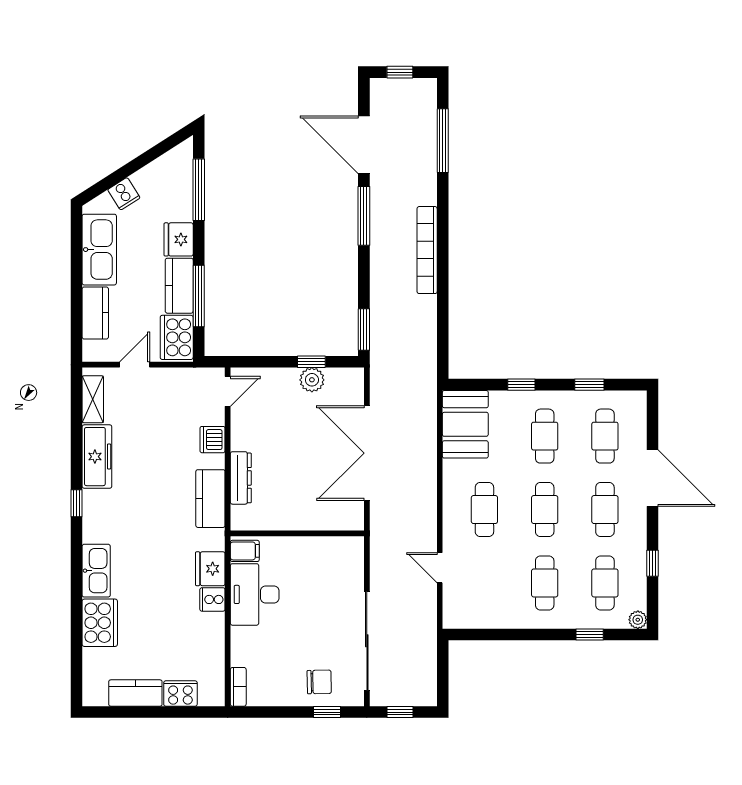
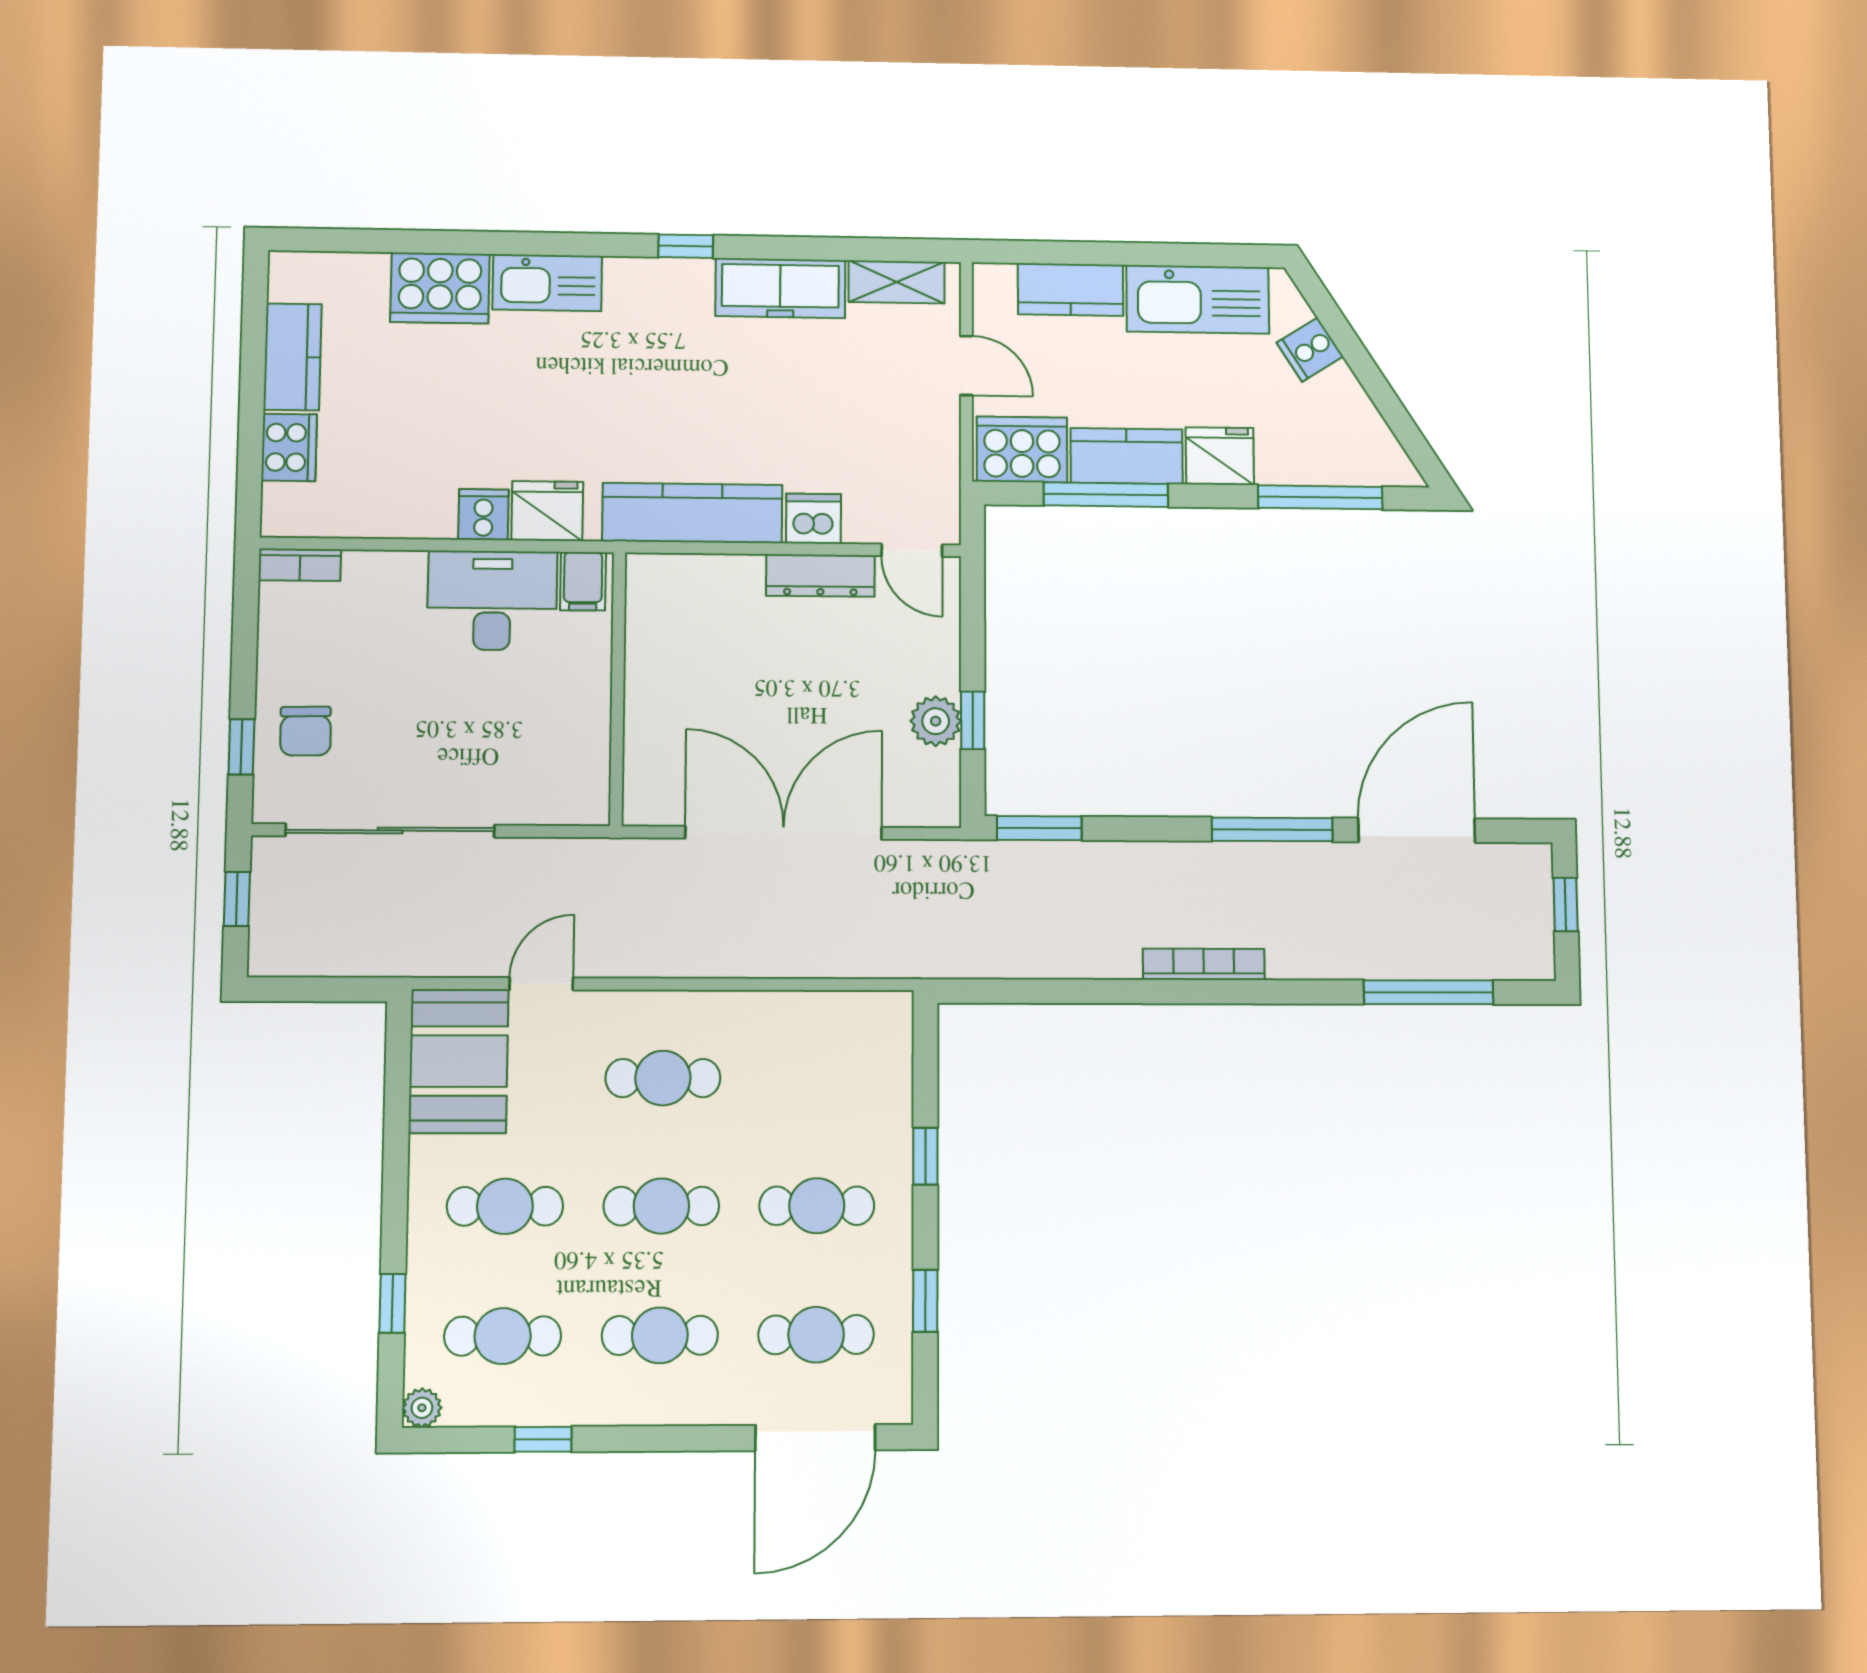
bookcase: (427, 250) -> (1204, 964), width x0.68, depth x0.76
booth: (465, 424) -> (459, 1061), moved, turned 90
dresser: (241, 478) -> (820, 576), moved
door: (653, 478) -> (815, 1438), moved
kitchen counter: (210, 499) -> (692, 513), width x1.50

